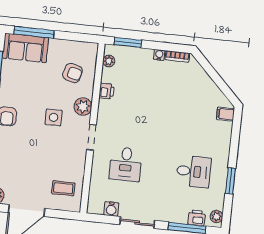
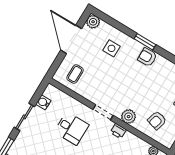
printer: (106, 91) -> (118, 131), moved
side table: (54, 117) -> (111, 48), moved
desk: (126, 164) -> (71, 128), turned 180

